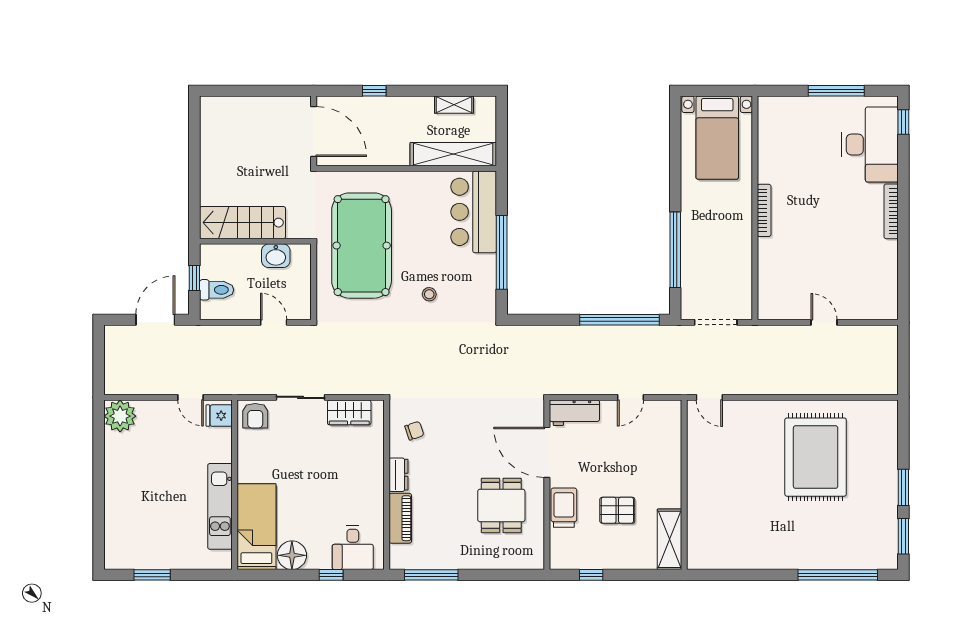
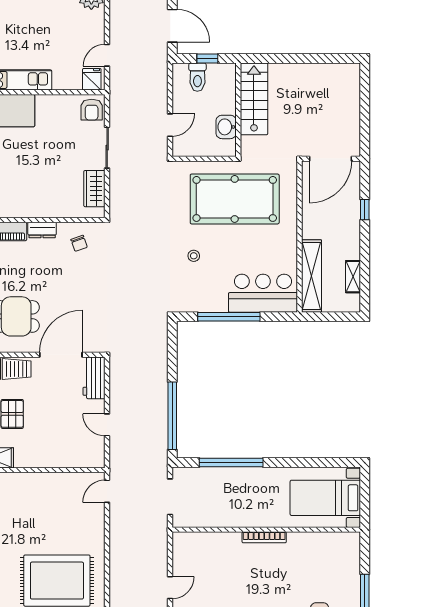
armchair: (255, 416) -> (92, 110), turned -90

